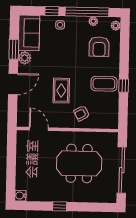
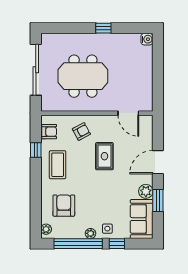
plant: (93, 21) -> (91, 233), moved
coffee table: (104, 84) -> (58, 165), turned 90
window: (124, 86) -> (36, 150), moved
armchair: (111, 114) -> (49, 132), added

